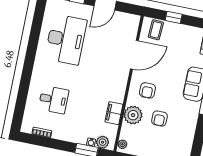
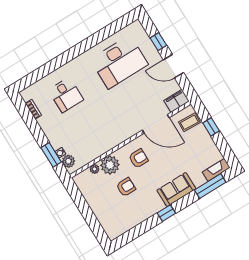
armchair: (147, 90) -> (138, 158), turned 180
filing cabinet: (114, 113) -> (176, 101), moved
armchair: (159, 118) -> (126, 187), turned 180
plant: (122, 144) -> (95, 169), moved

